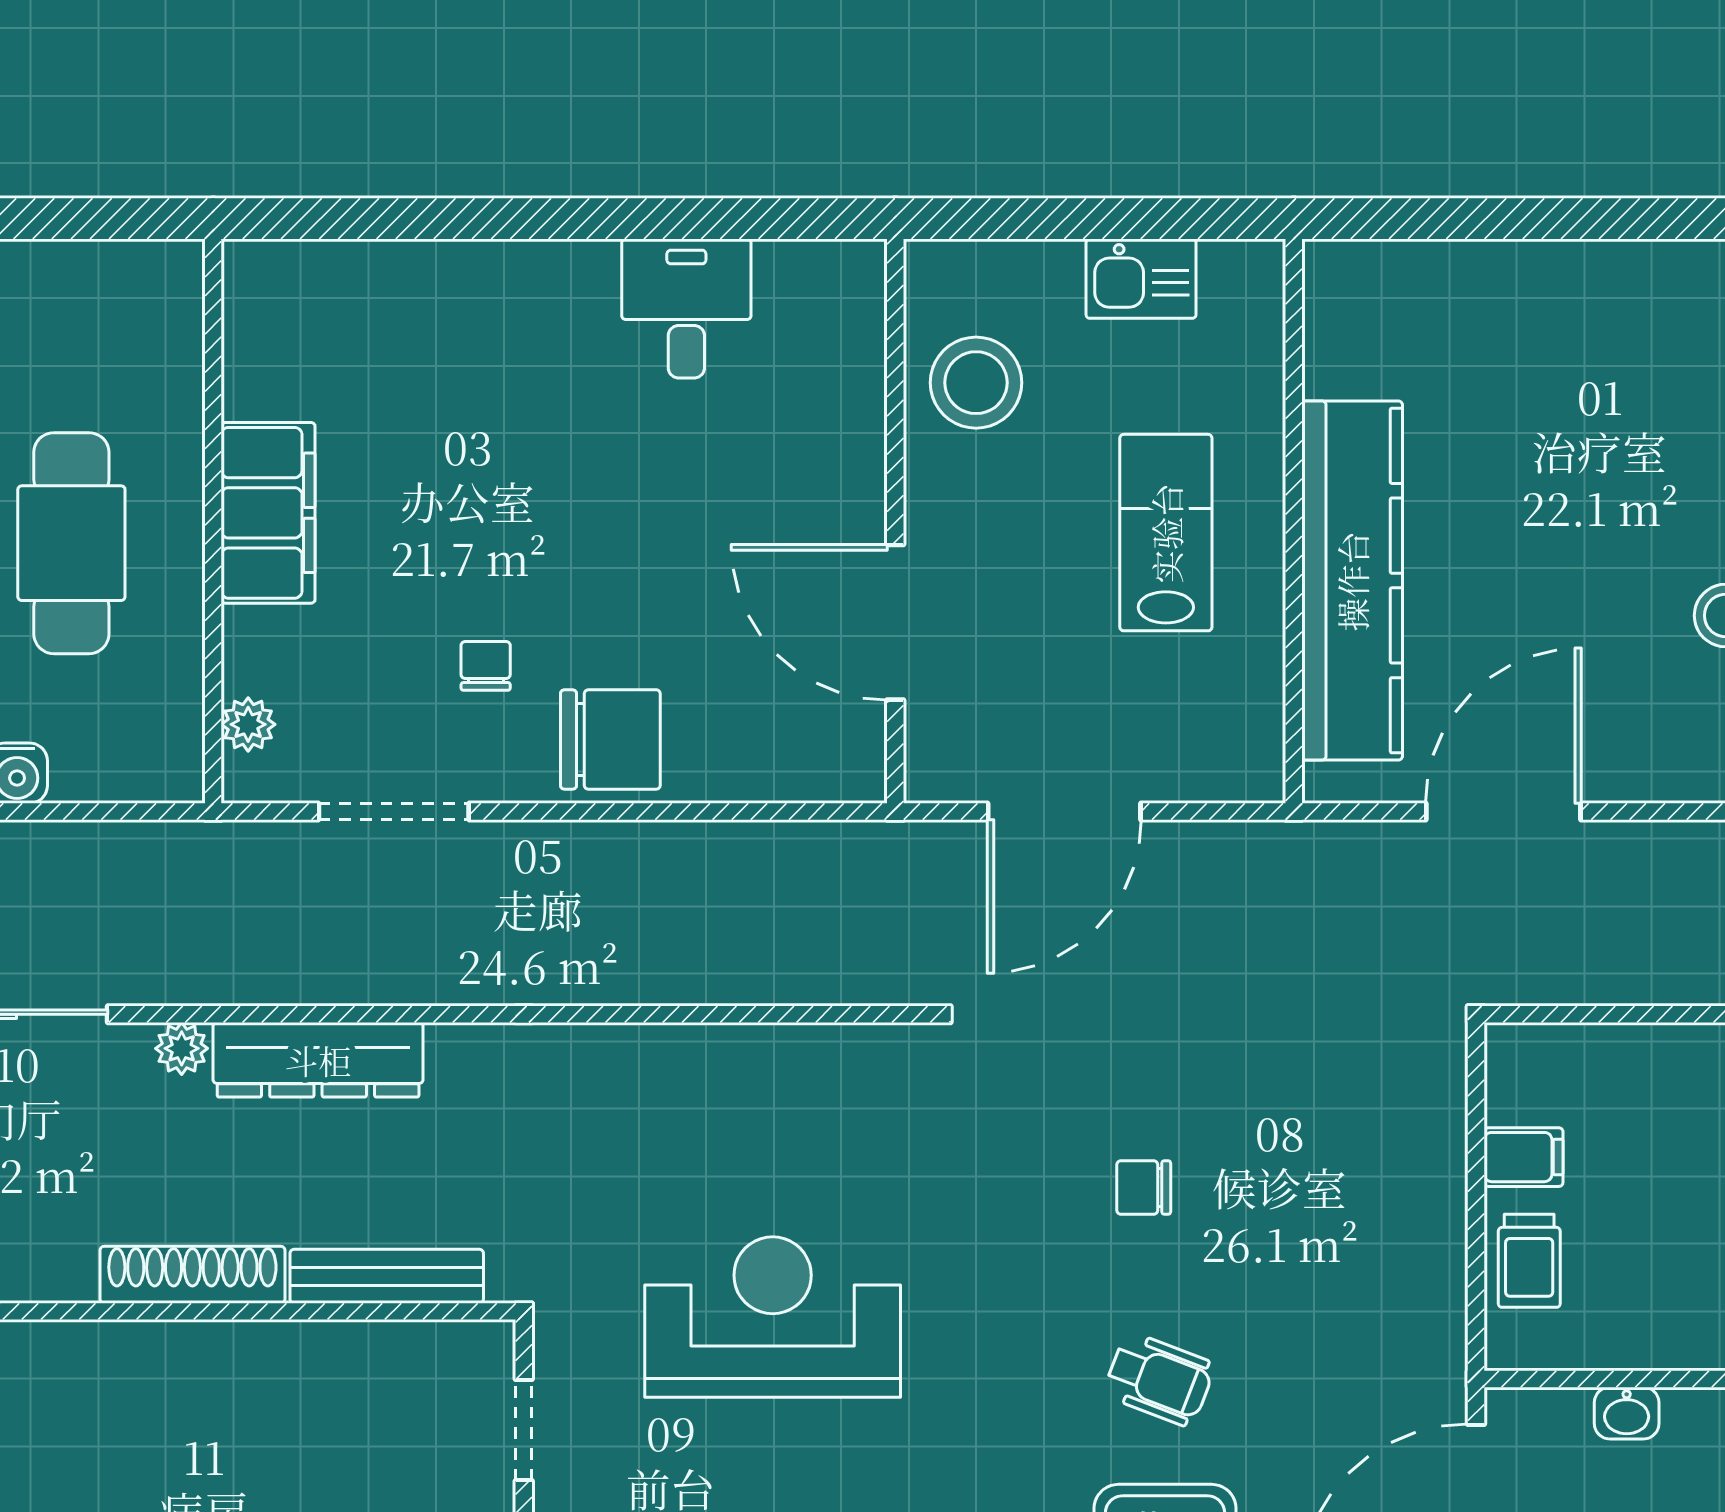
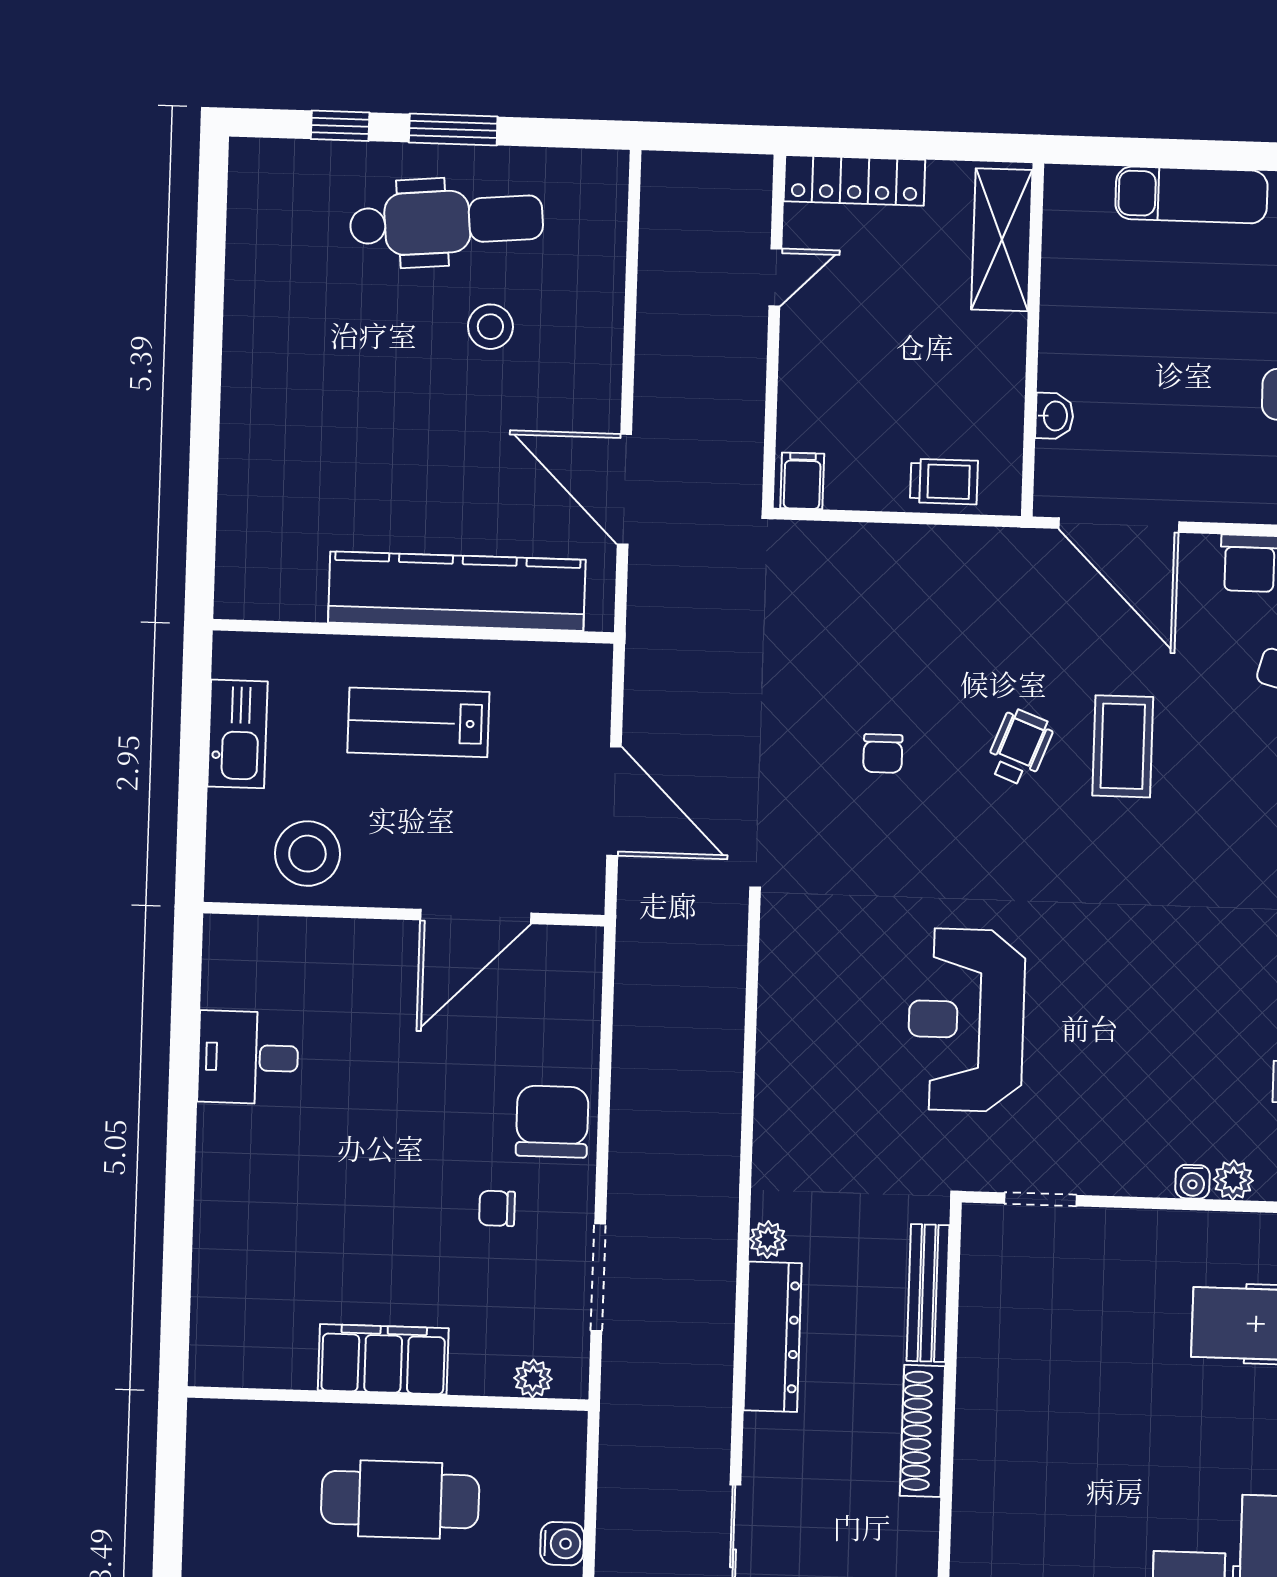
kitchen sink: (1141, 279) -> (238, 734), width x1.38
plant: (182, 1048) -> (768, 1240), moved
filing cabinet: (1523, 1157) -> (802, 481), moved

